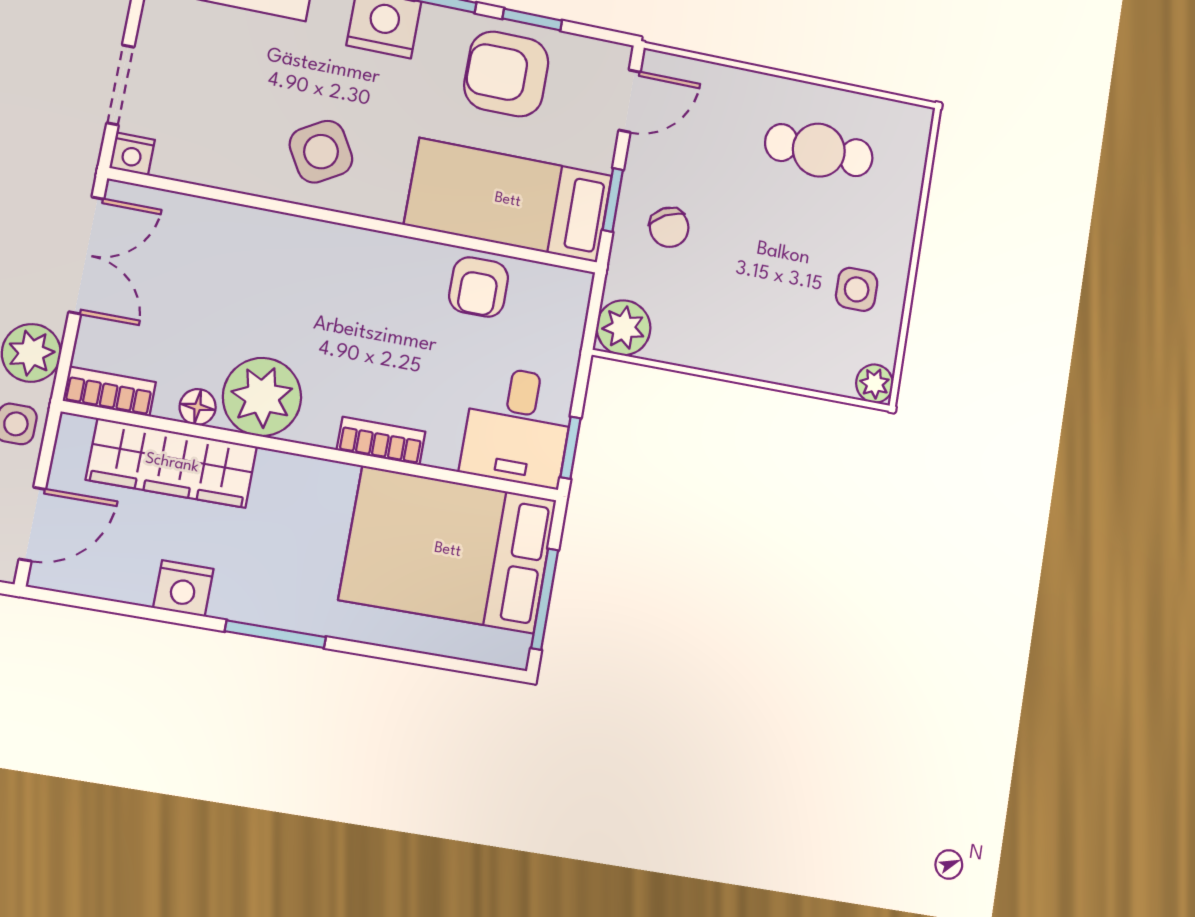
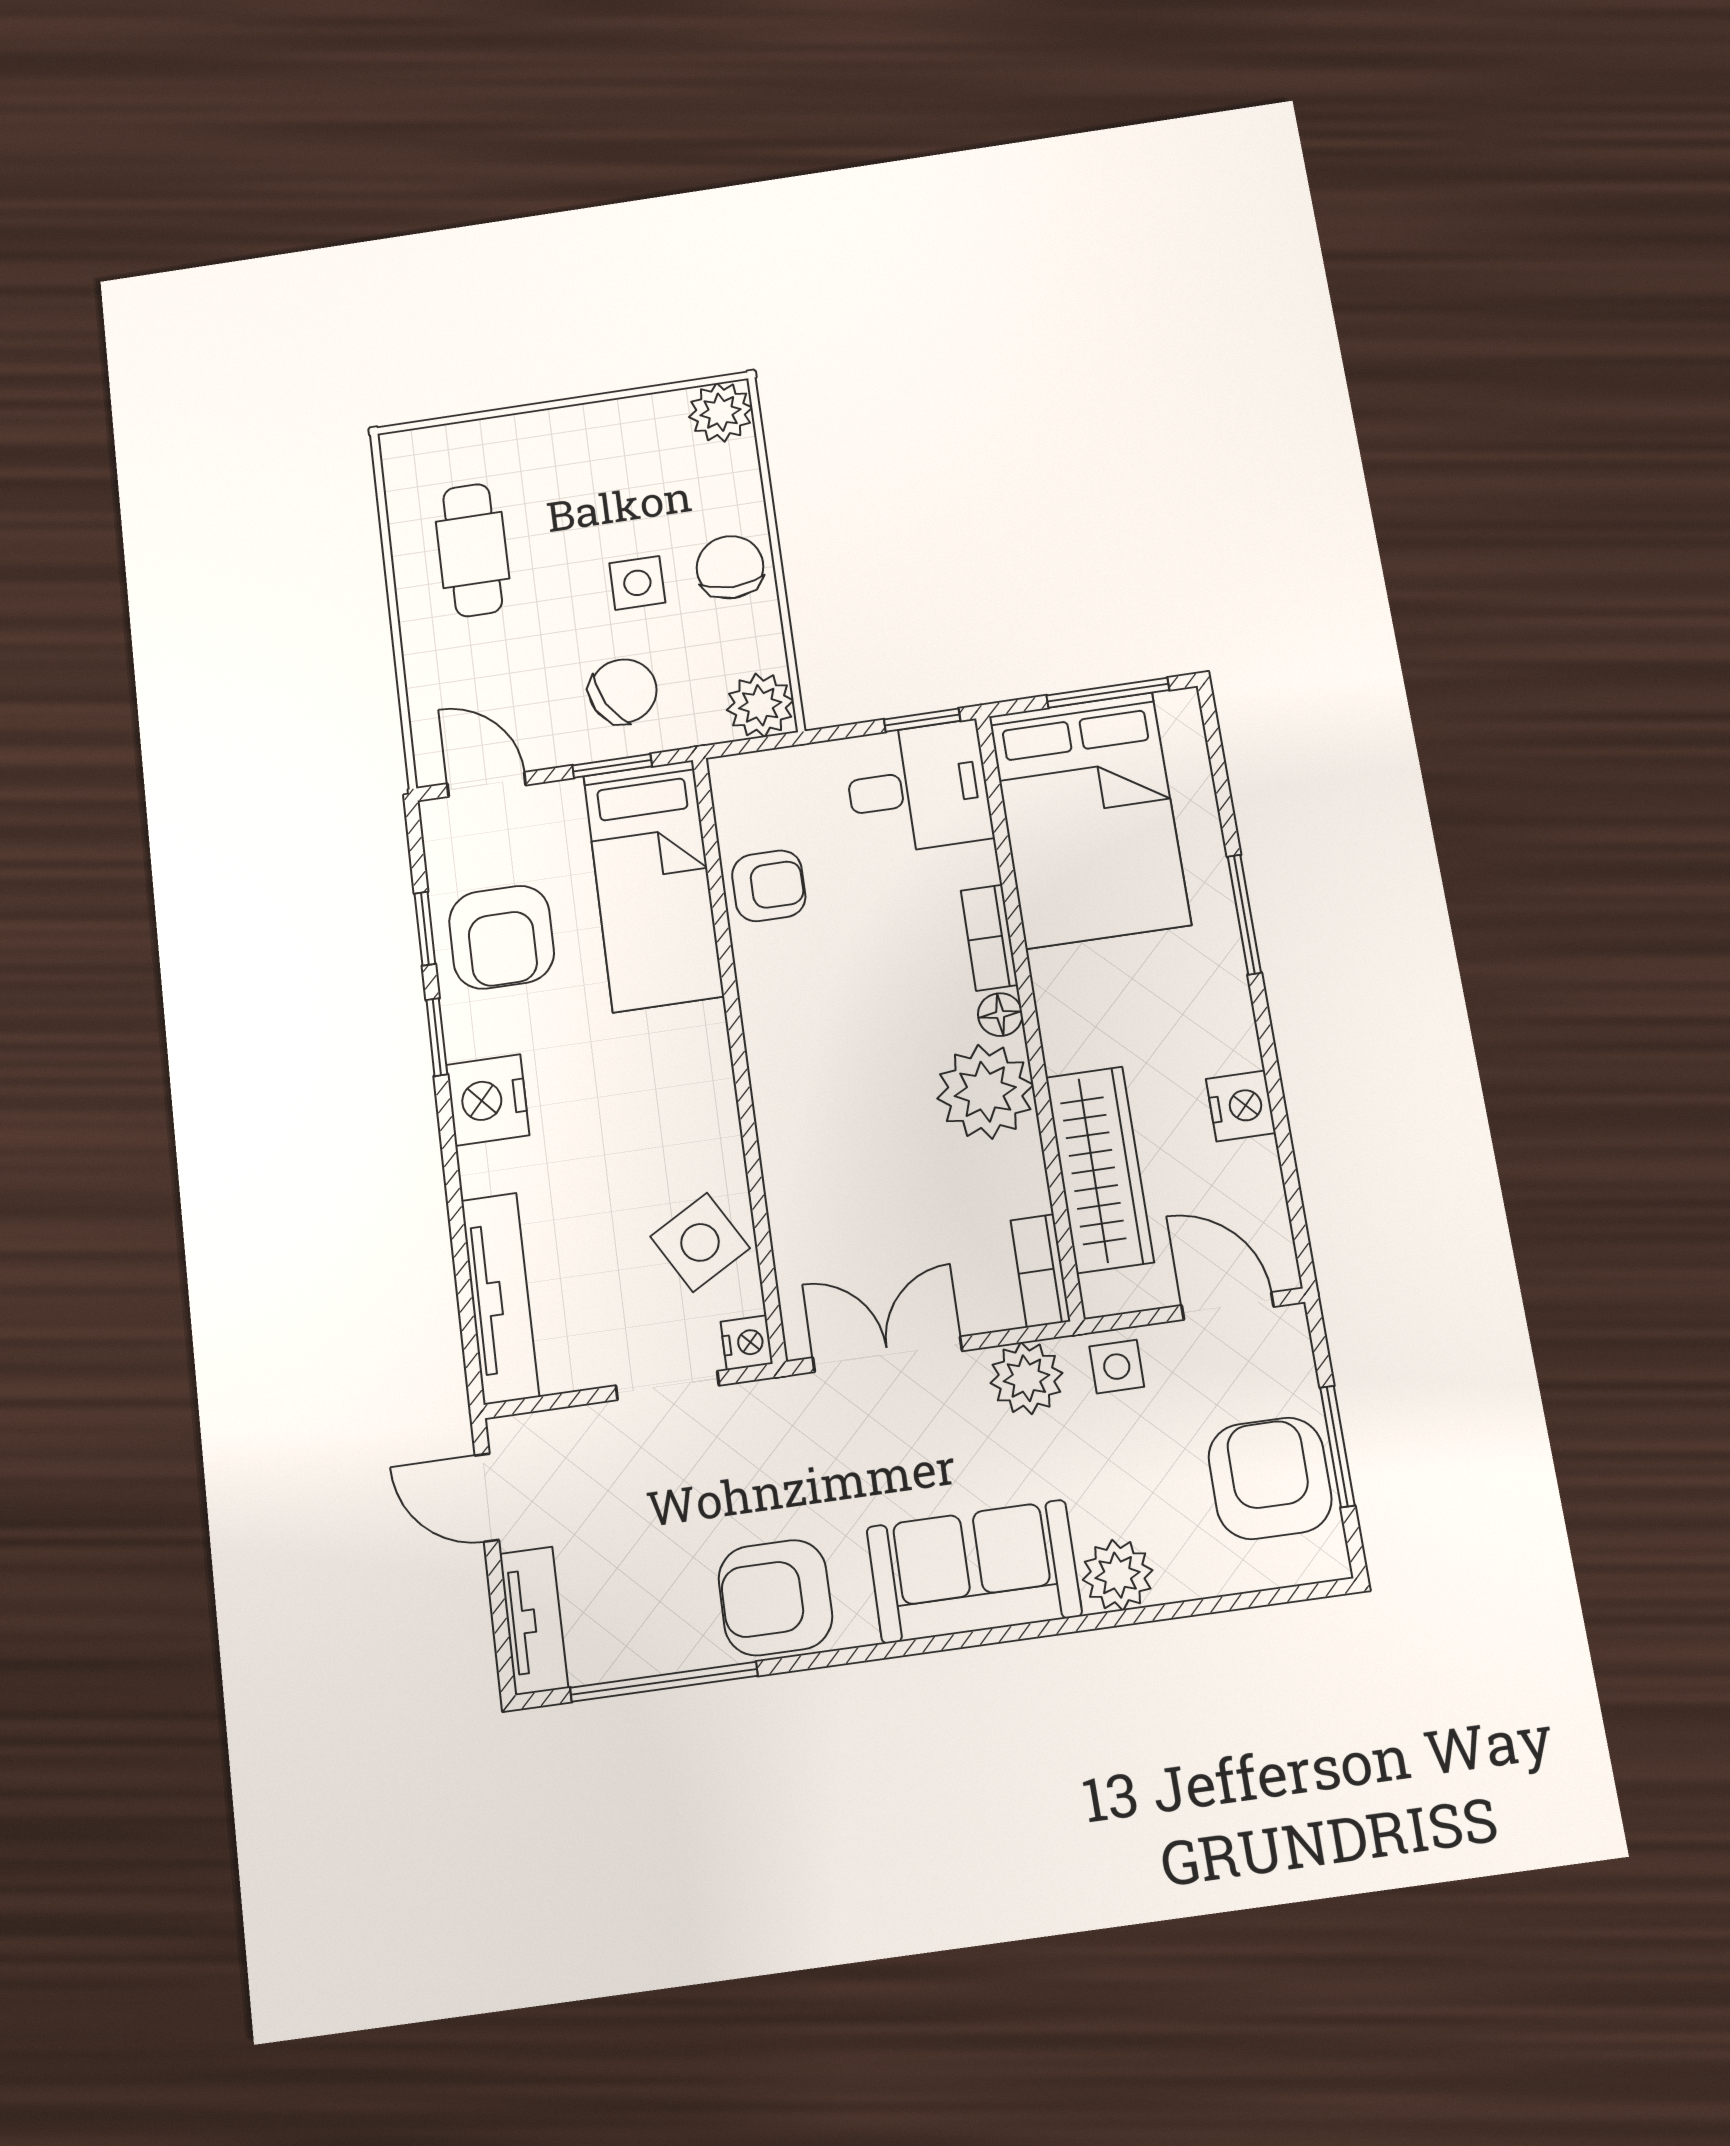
side table: (321, 152) -> (700, 1242), moved
chair: (669, 227) -> (623, 691), width x1.37, depth x1.37
side table: (857, 289) -> (637, 583), moved
chair: (741, 341) -> (730, 567), added
plant: (875, 384) -> (721, 412), width x1.38, depth x1.38
floor lamp: (198, 407) -> (1000, 1015), moved
window: (275, 634) -> (1244, 914), moved

